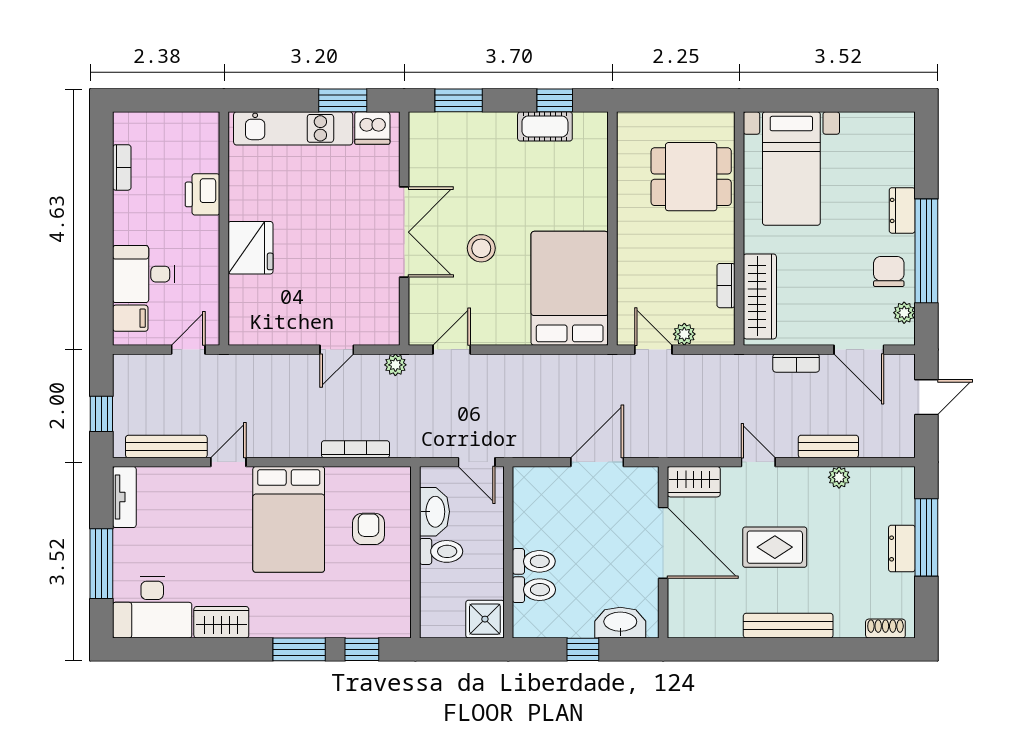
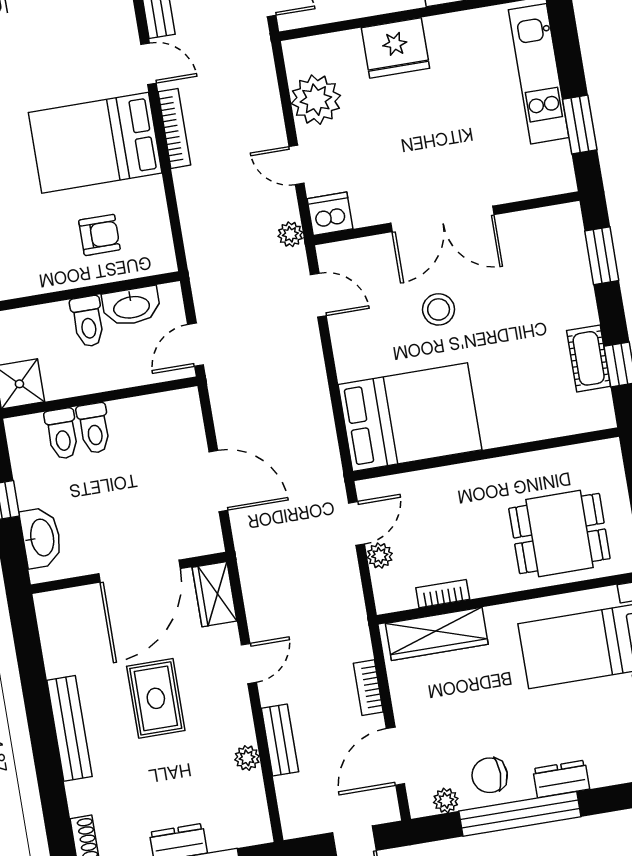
dishwasher: (372, 128) -> (330, 214), moved, turned 90
dining table: (691, 177) -> (559, 533), turned 90
chair: (889, 271) -> (490, 775), turned 180
plant: (283, 324) -> (316, 100), added
bookcase: (356, 449) -> (174, 128), moved

